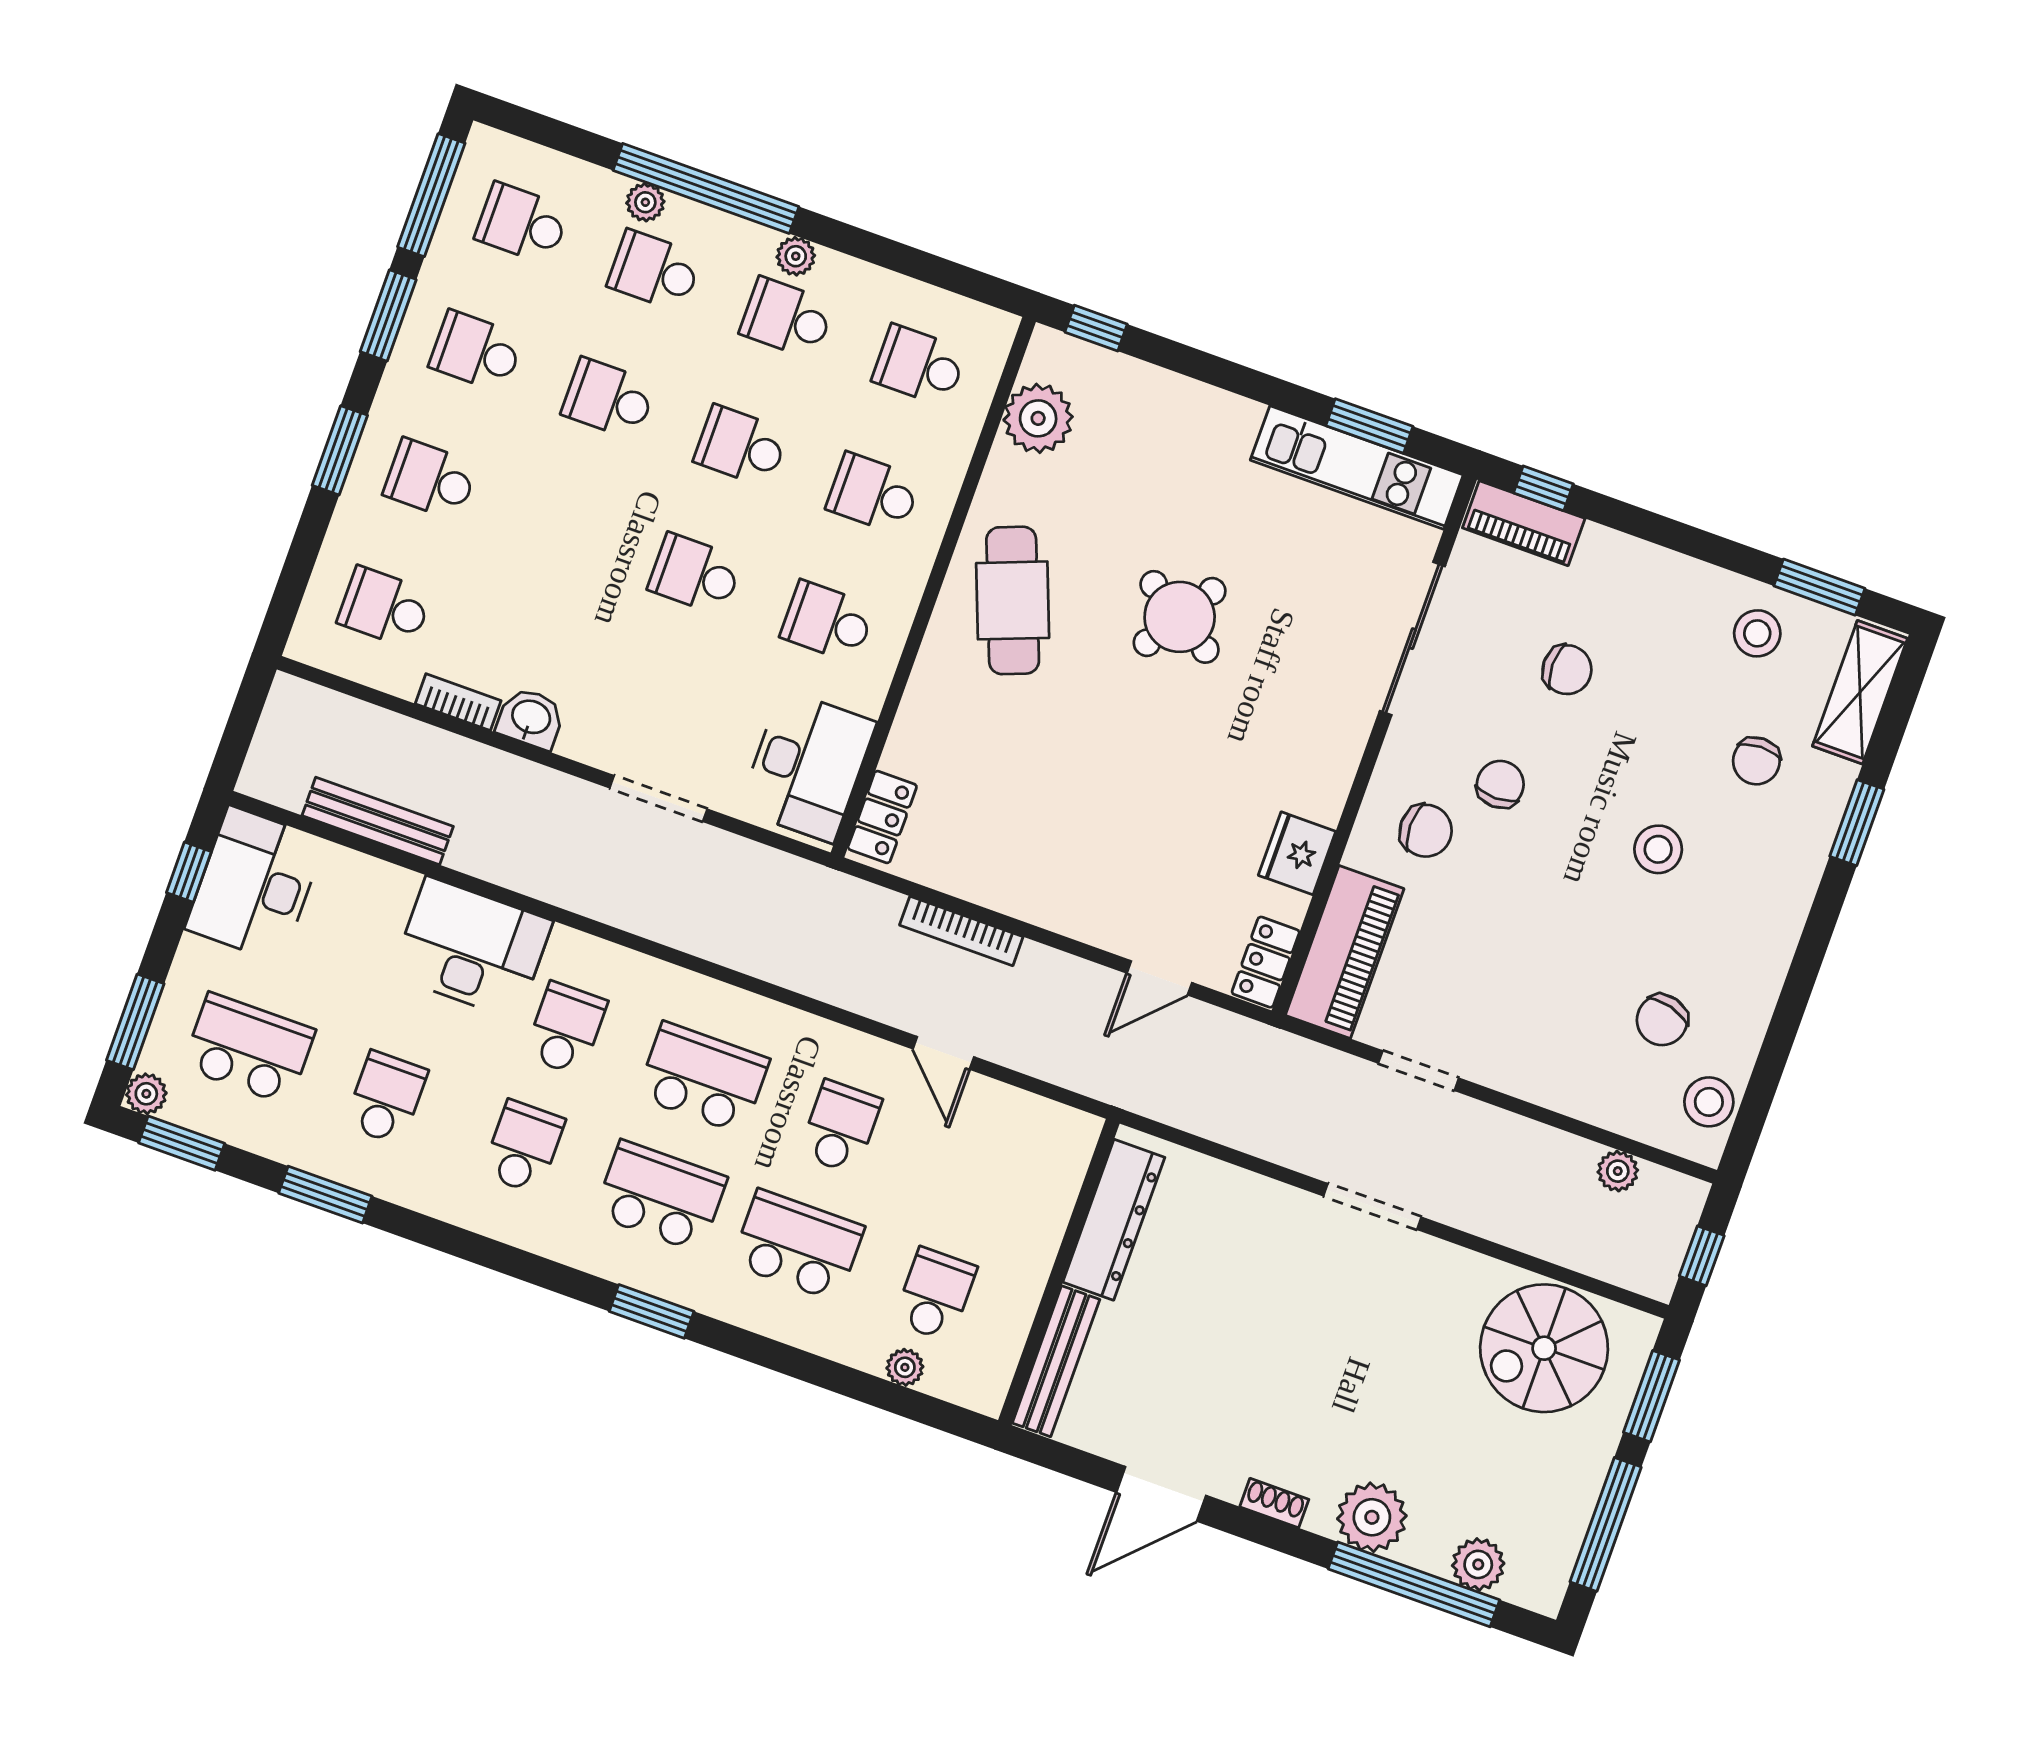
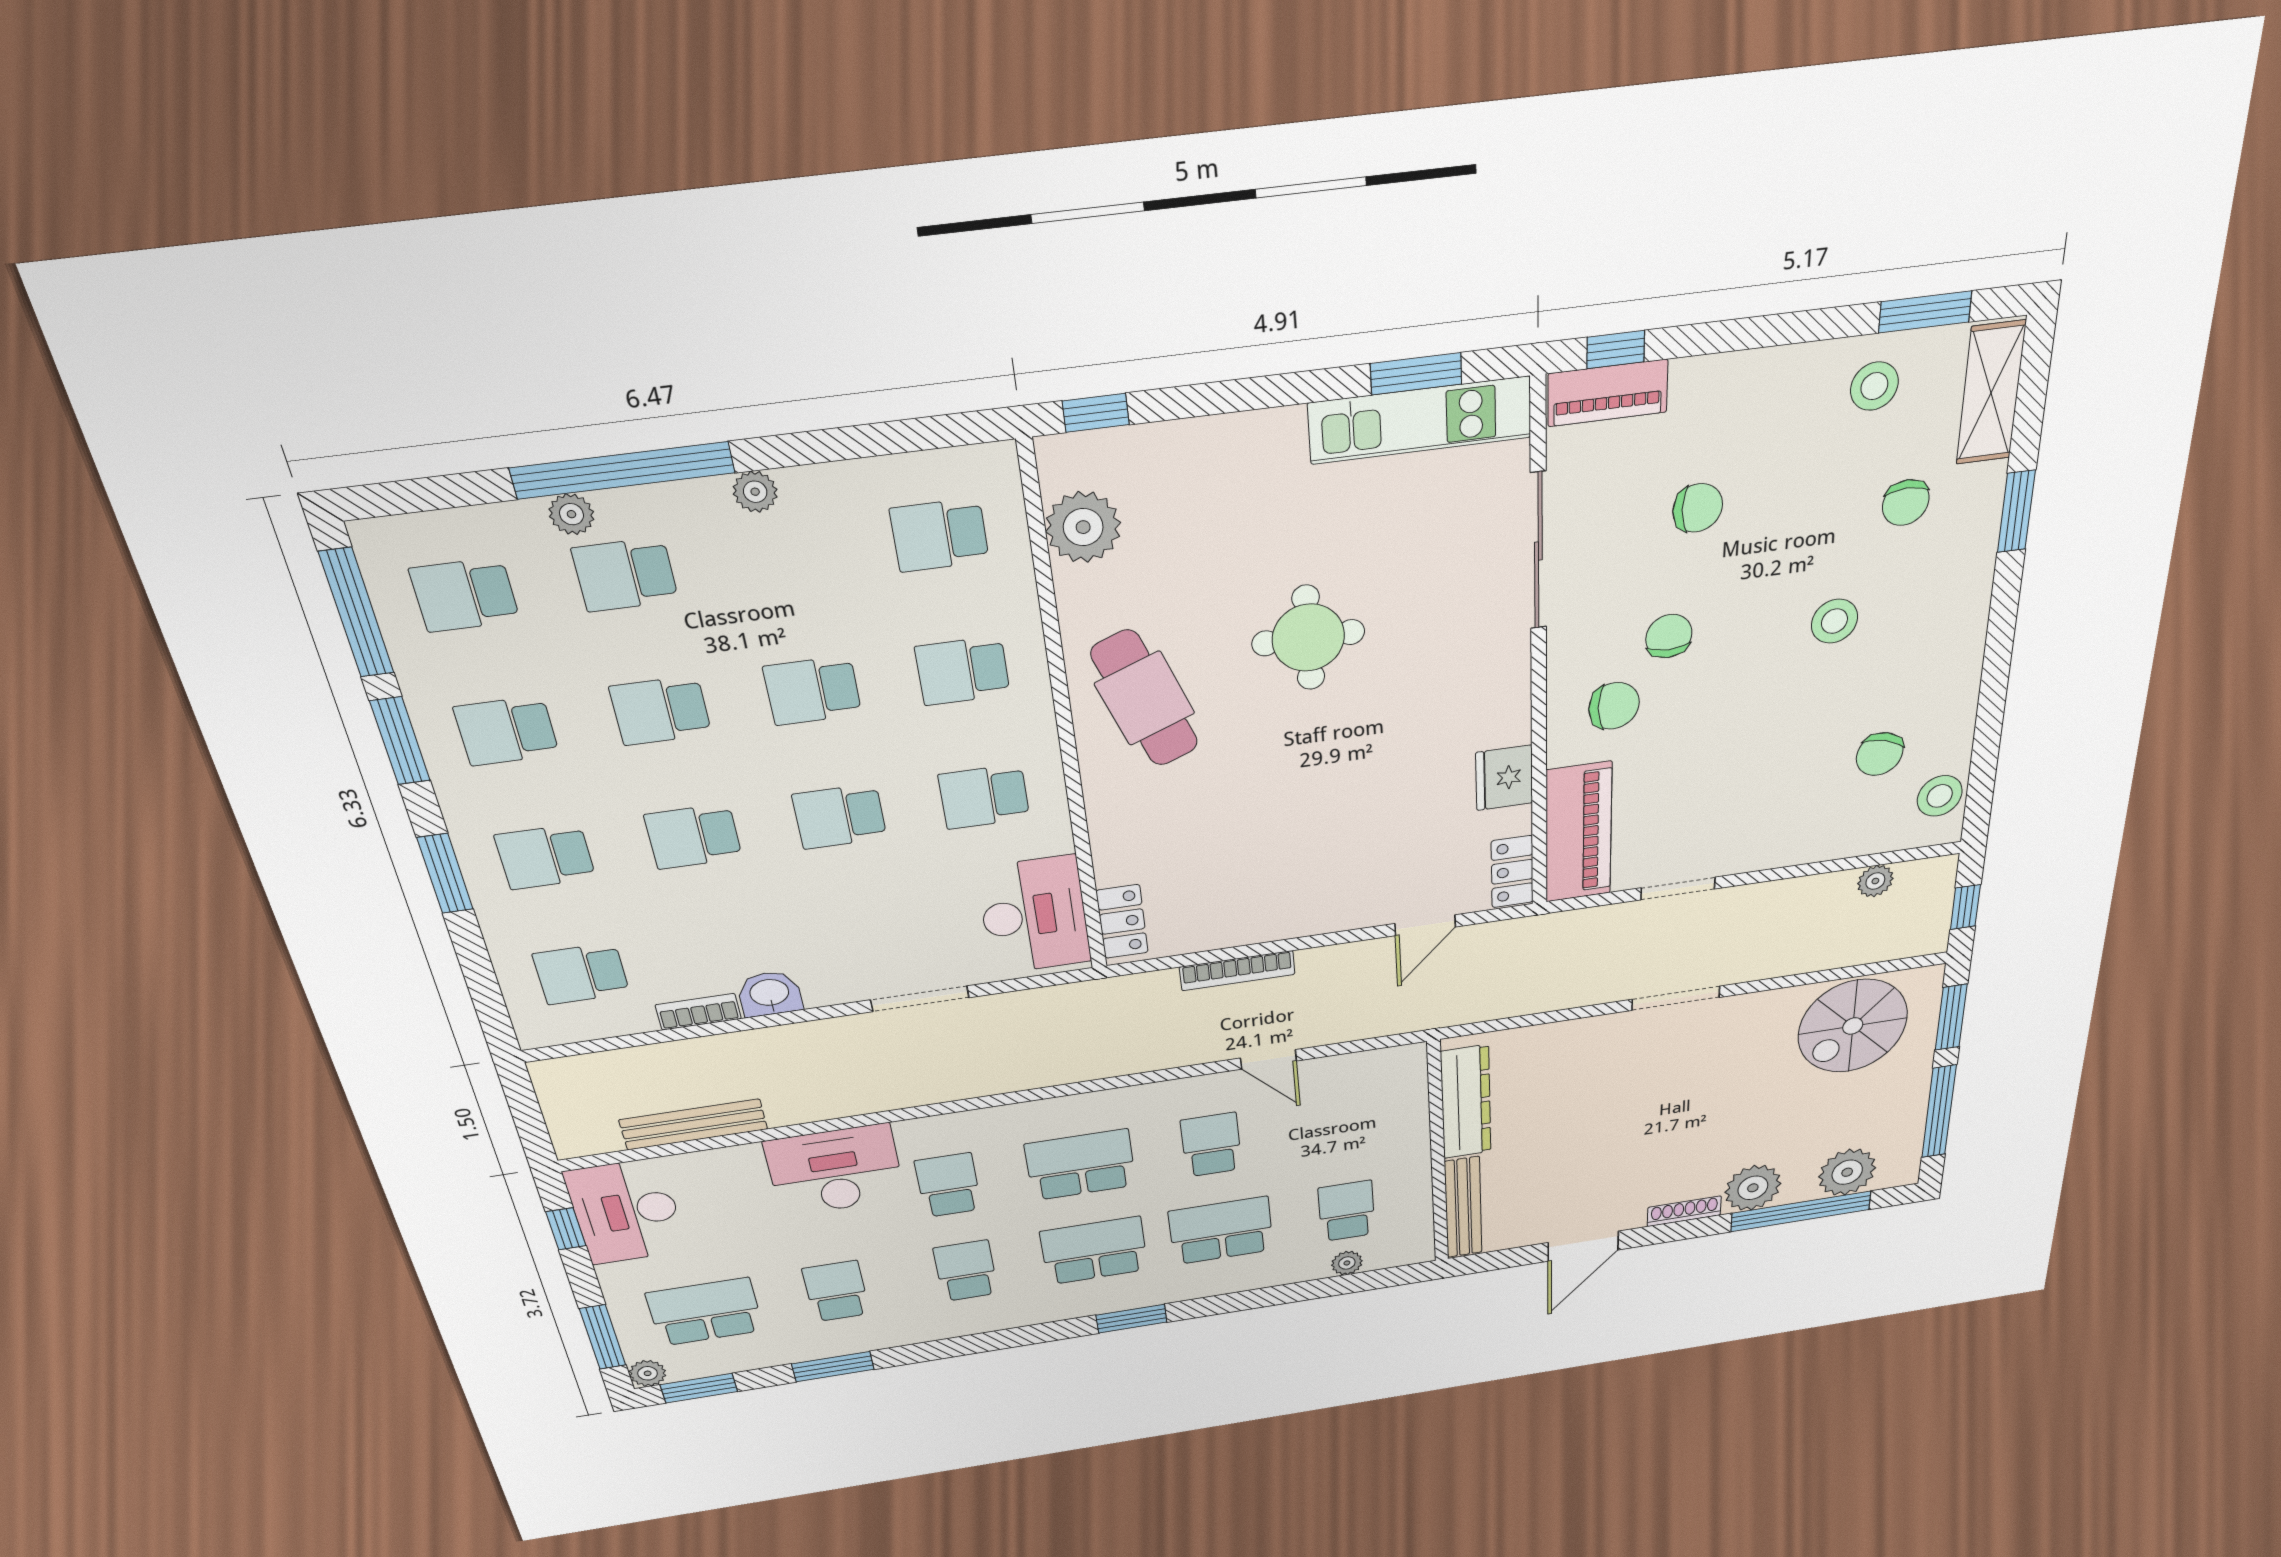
school desk: (787, 318) -> (693, 837), moved
round table: (1180, 617) -> (1308, 638), turned -32
shoe rack: (1274, 1503) -> (1684, 1211), width x1.43
plant: (1478, 1564) -> (1847, 1172), width x1.36, depth x1.36

